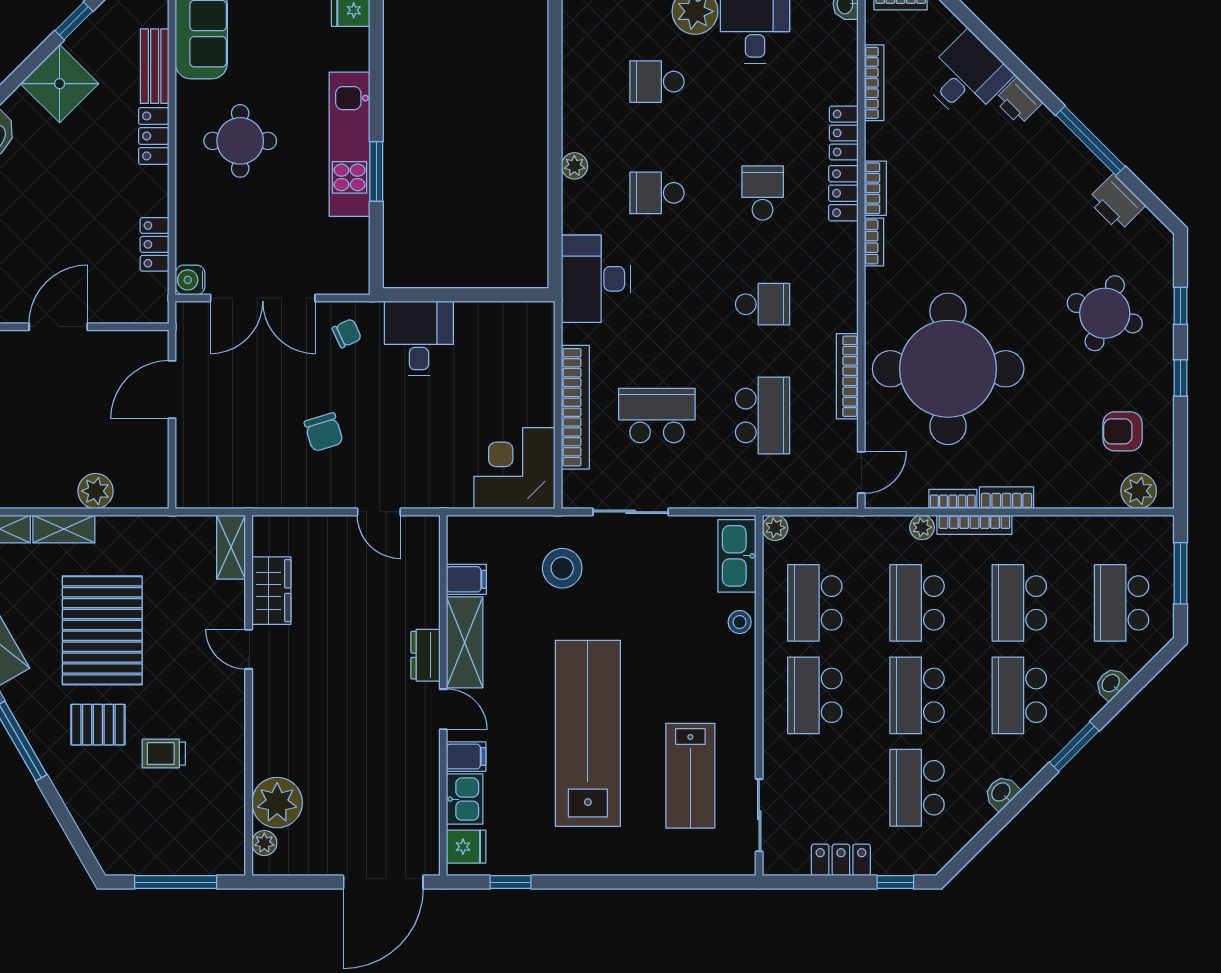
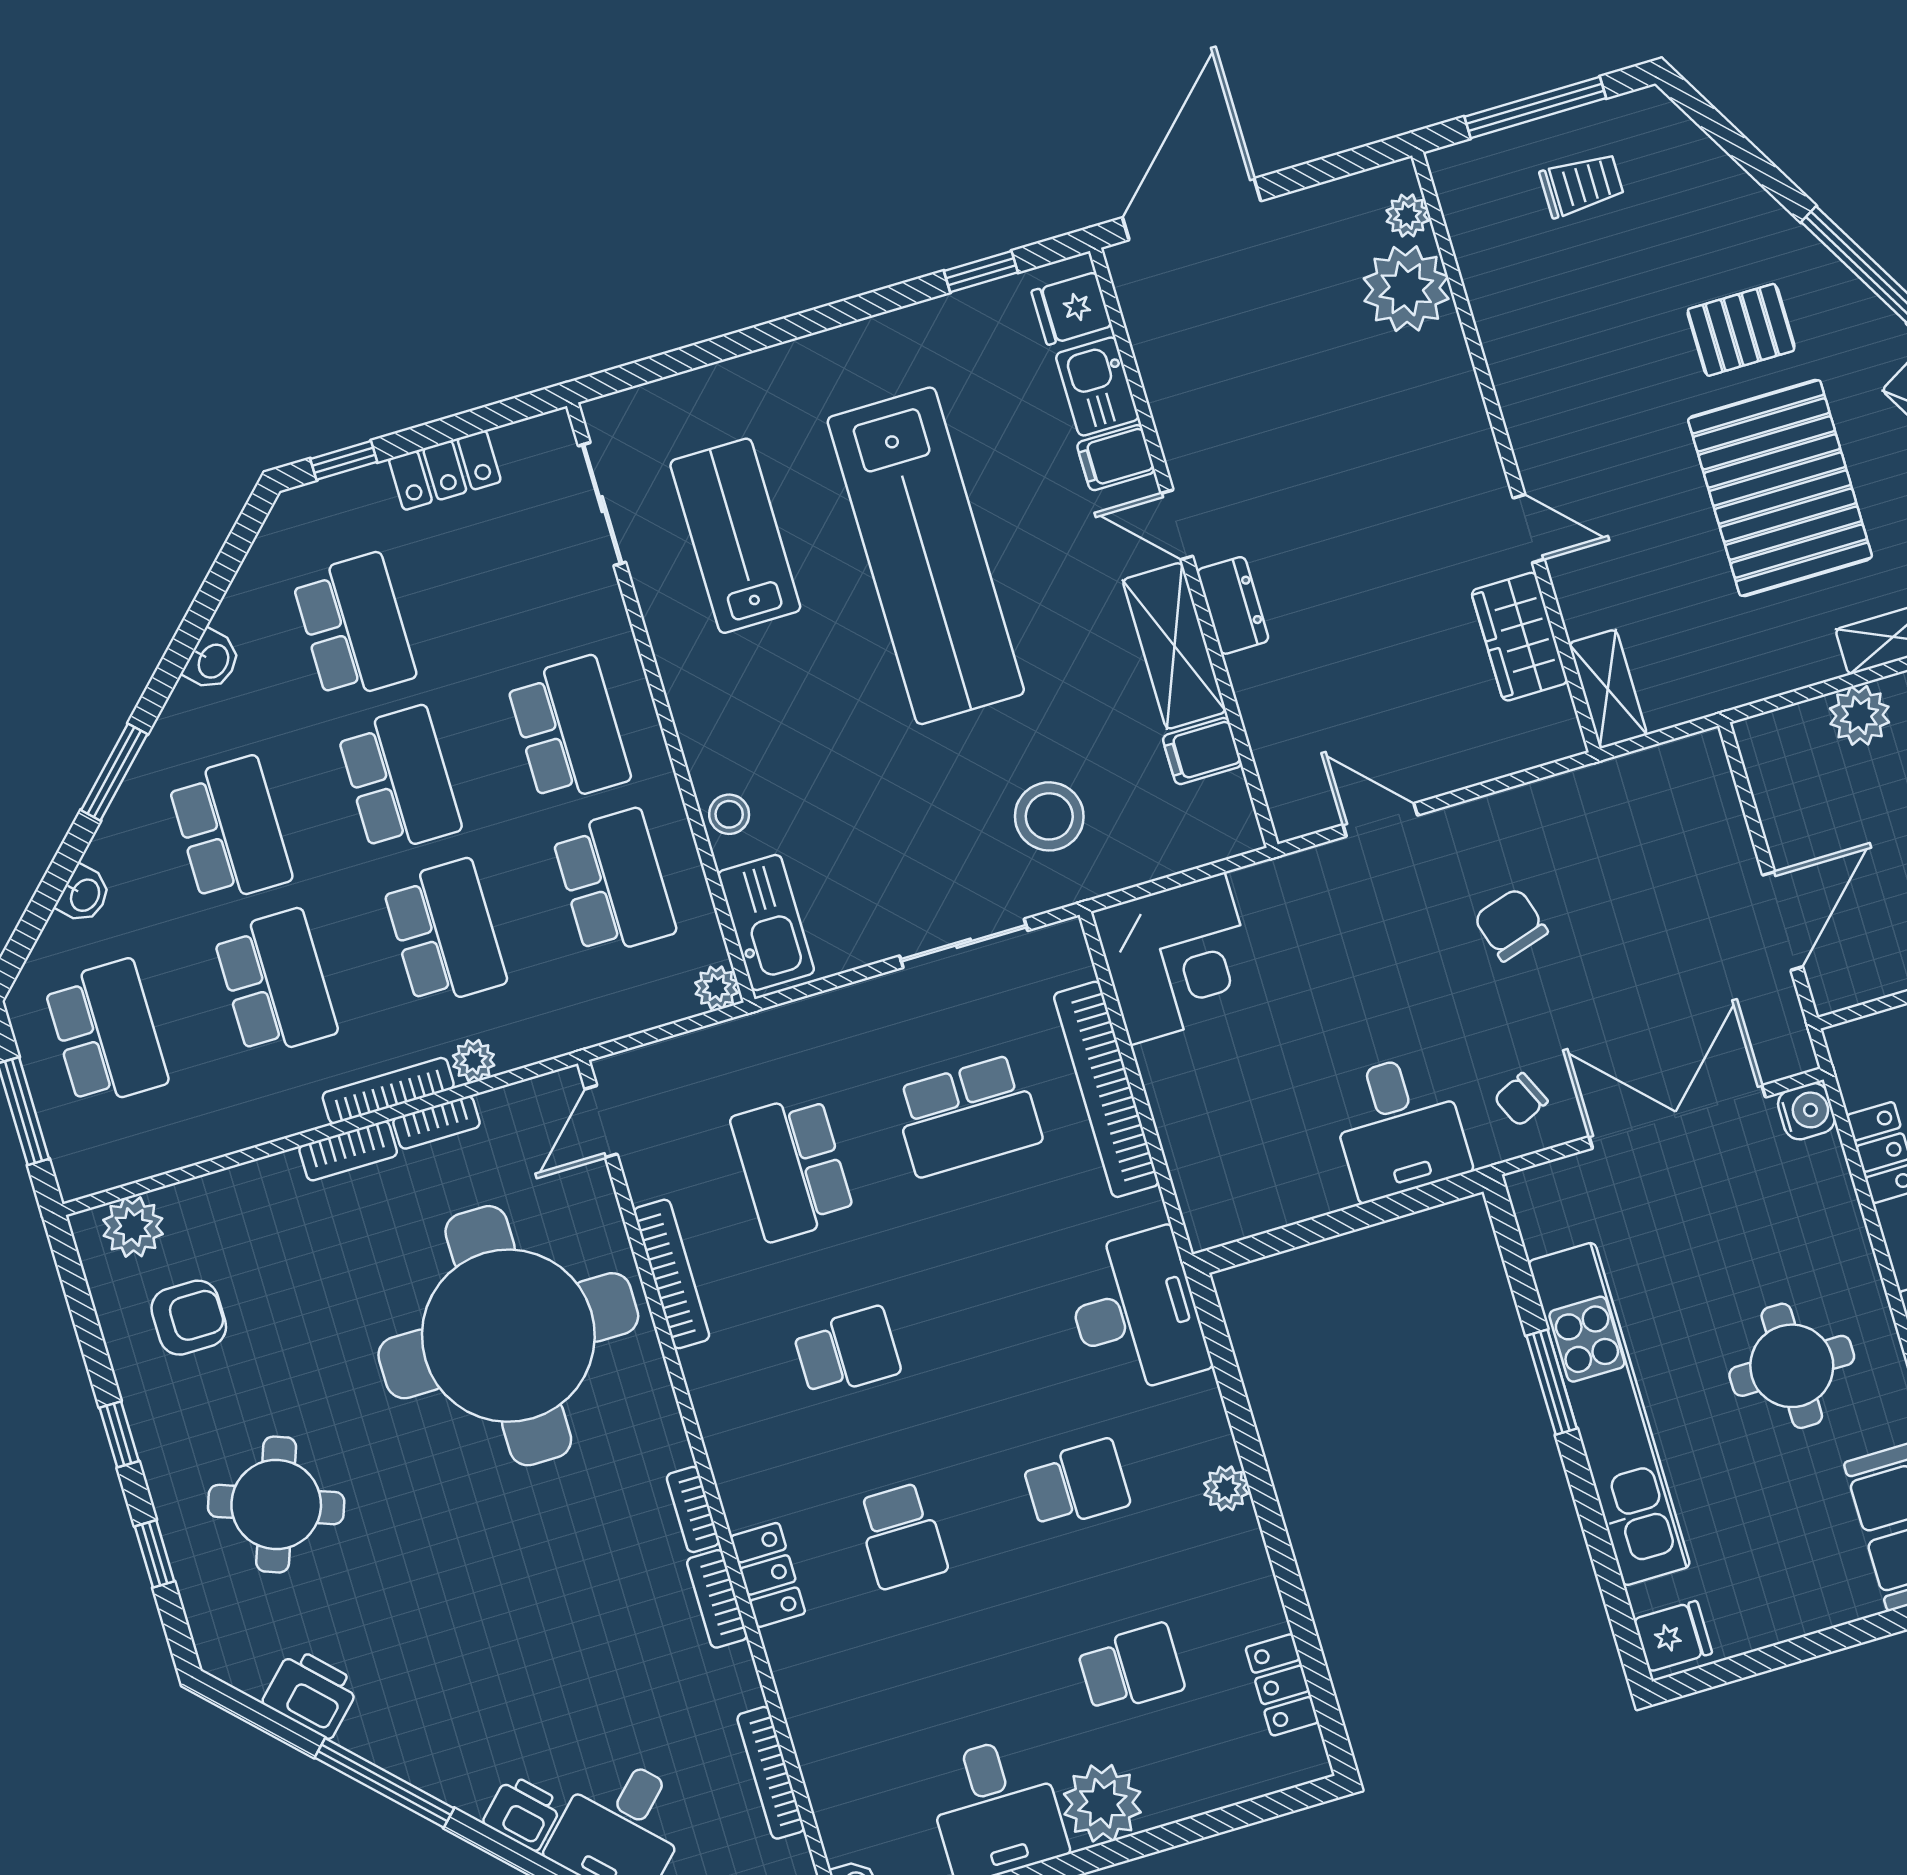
locker: (844, 133) -> (1282, 1685), moved, turned 180
kitchen unit: (350, 144) -> (1609, 1414), width x1.36
school desk: (763, 304) -> (847, 1352), turned 180
trolley: (164, 754) -> (1582, 185), moved

